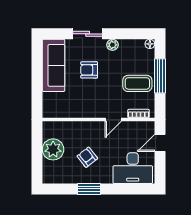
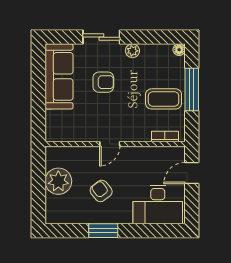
armchair: (89, 70) -> (103, 82), turned 180
door: (113, 119) -> (110, 144), moved

